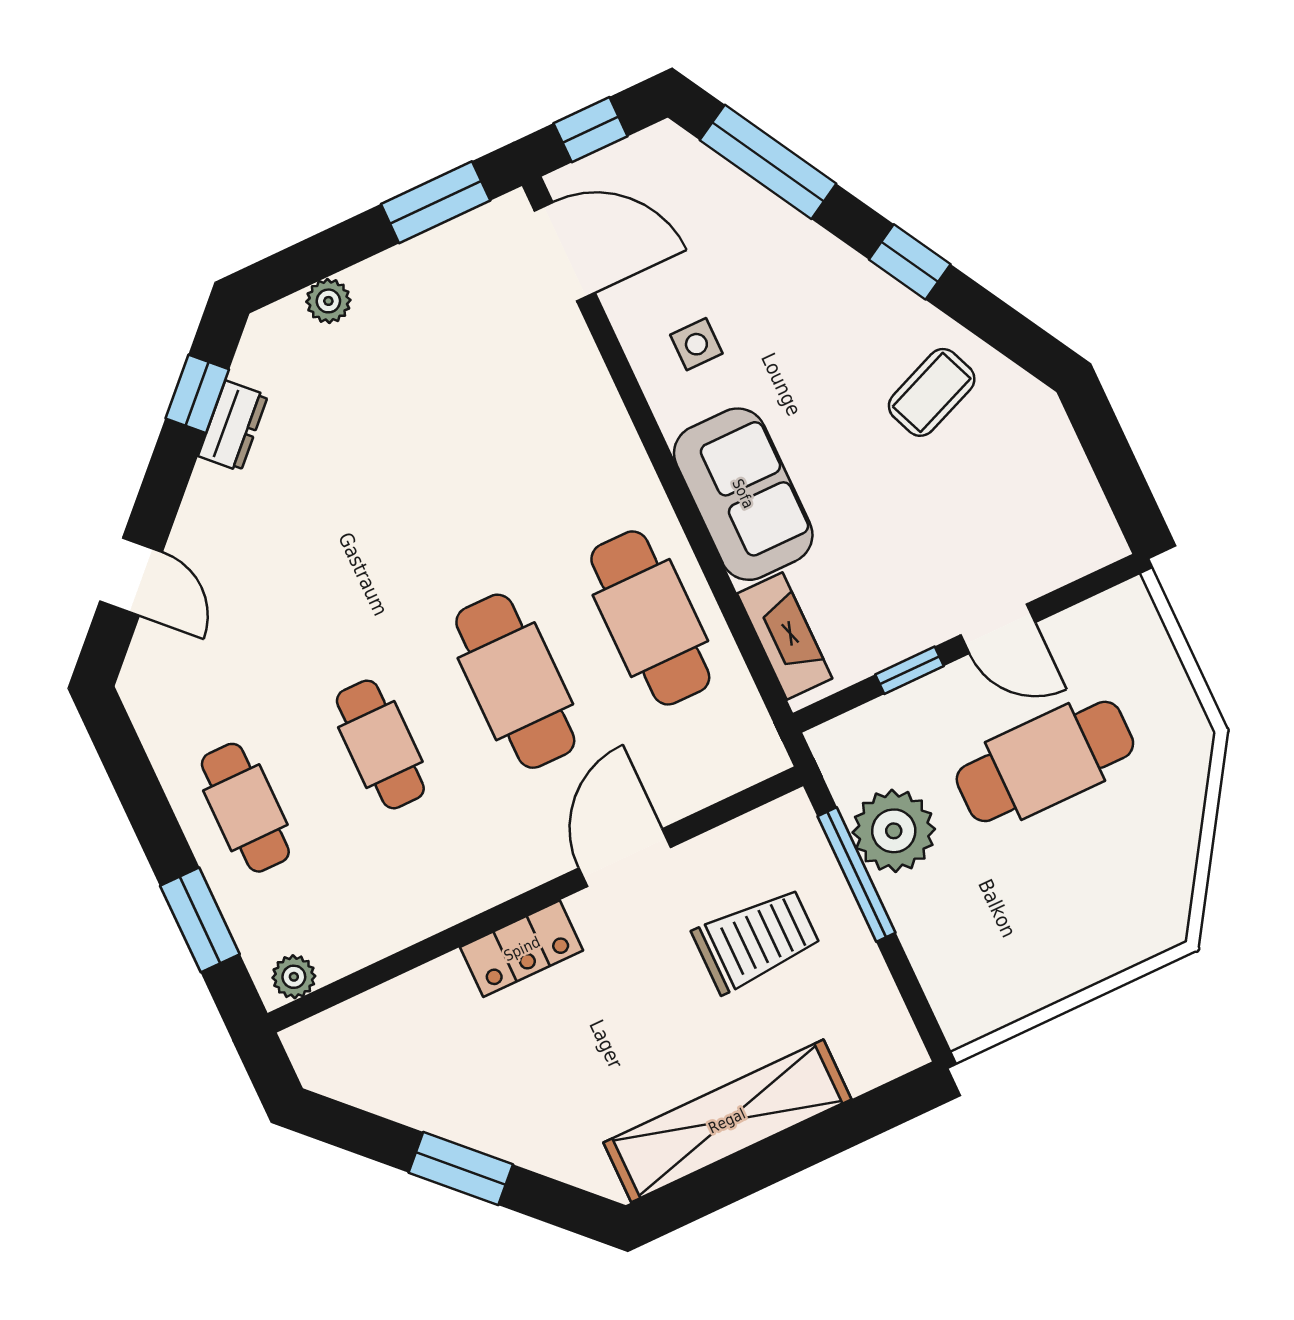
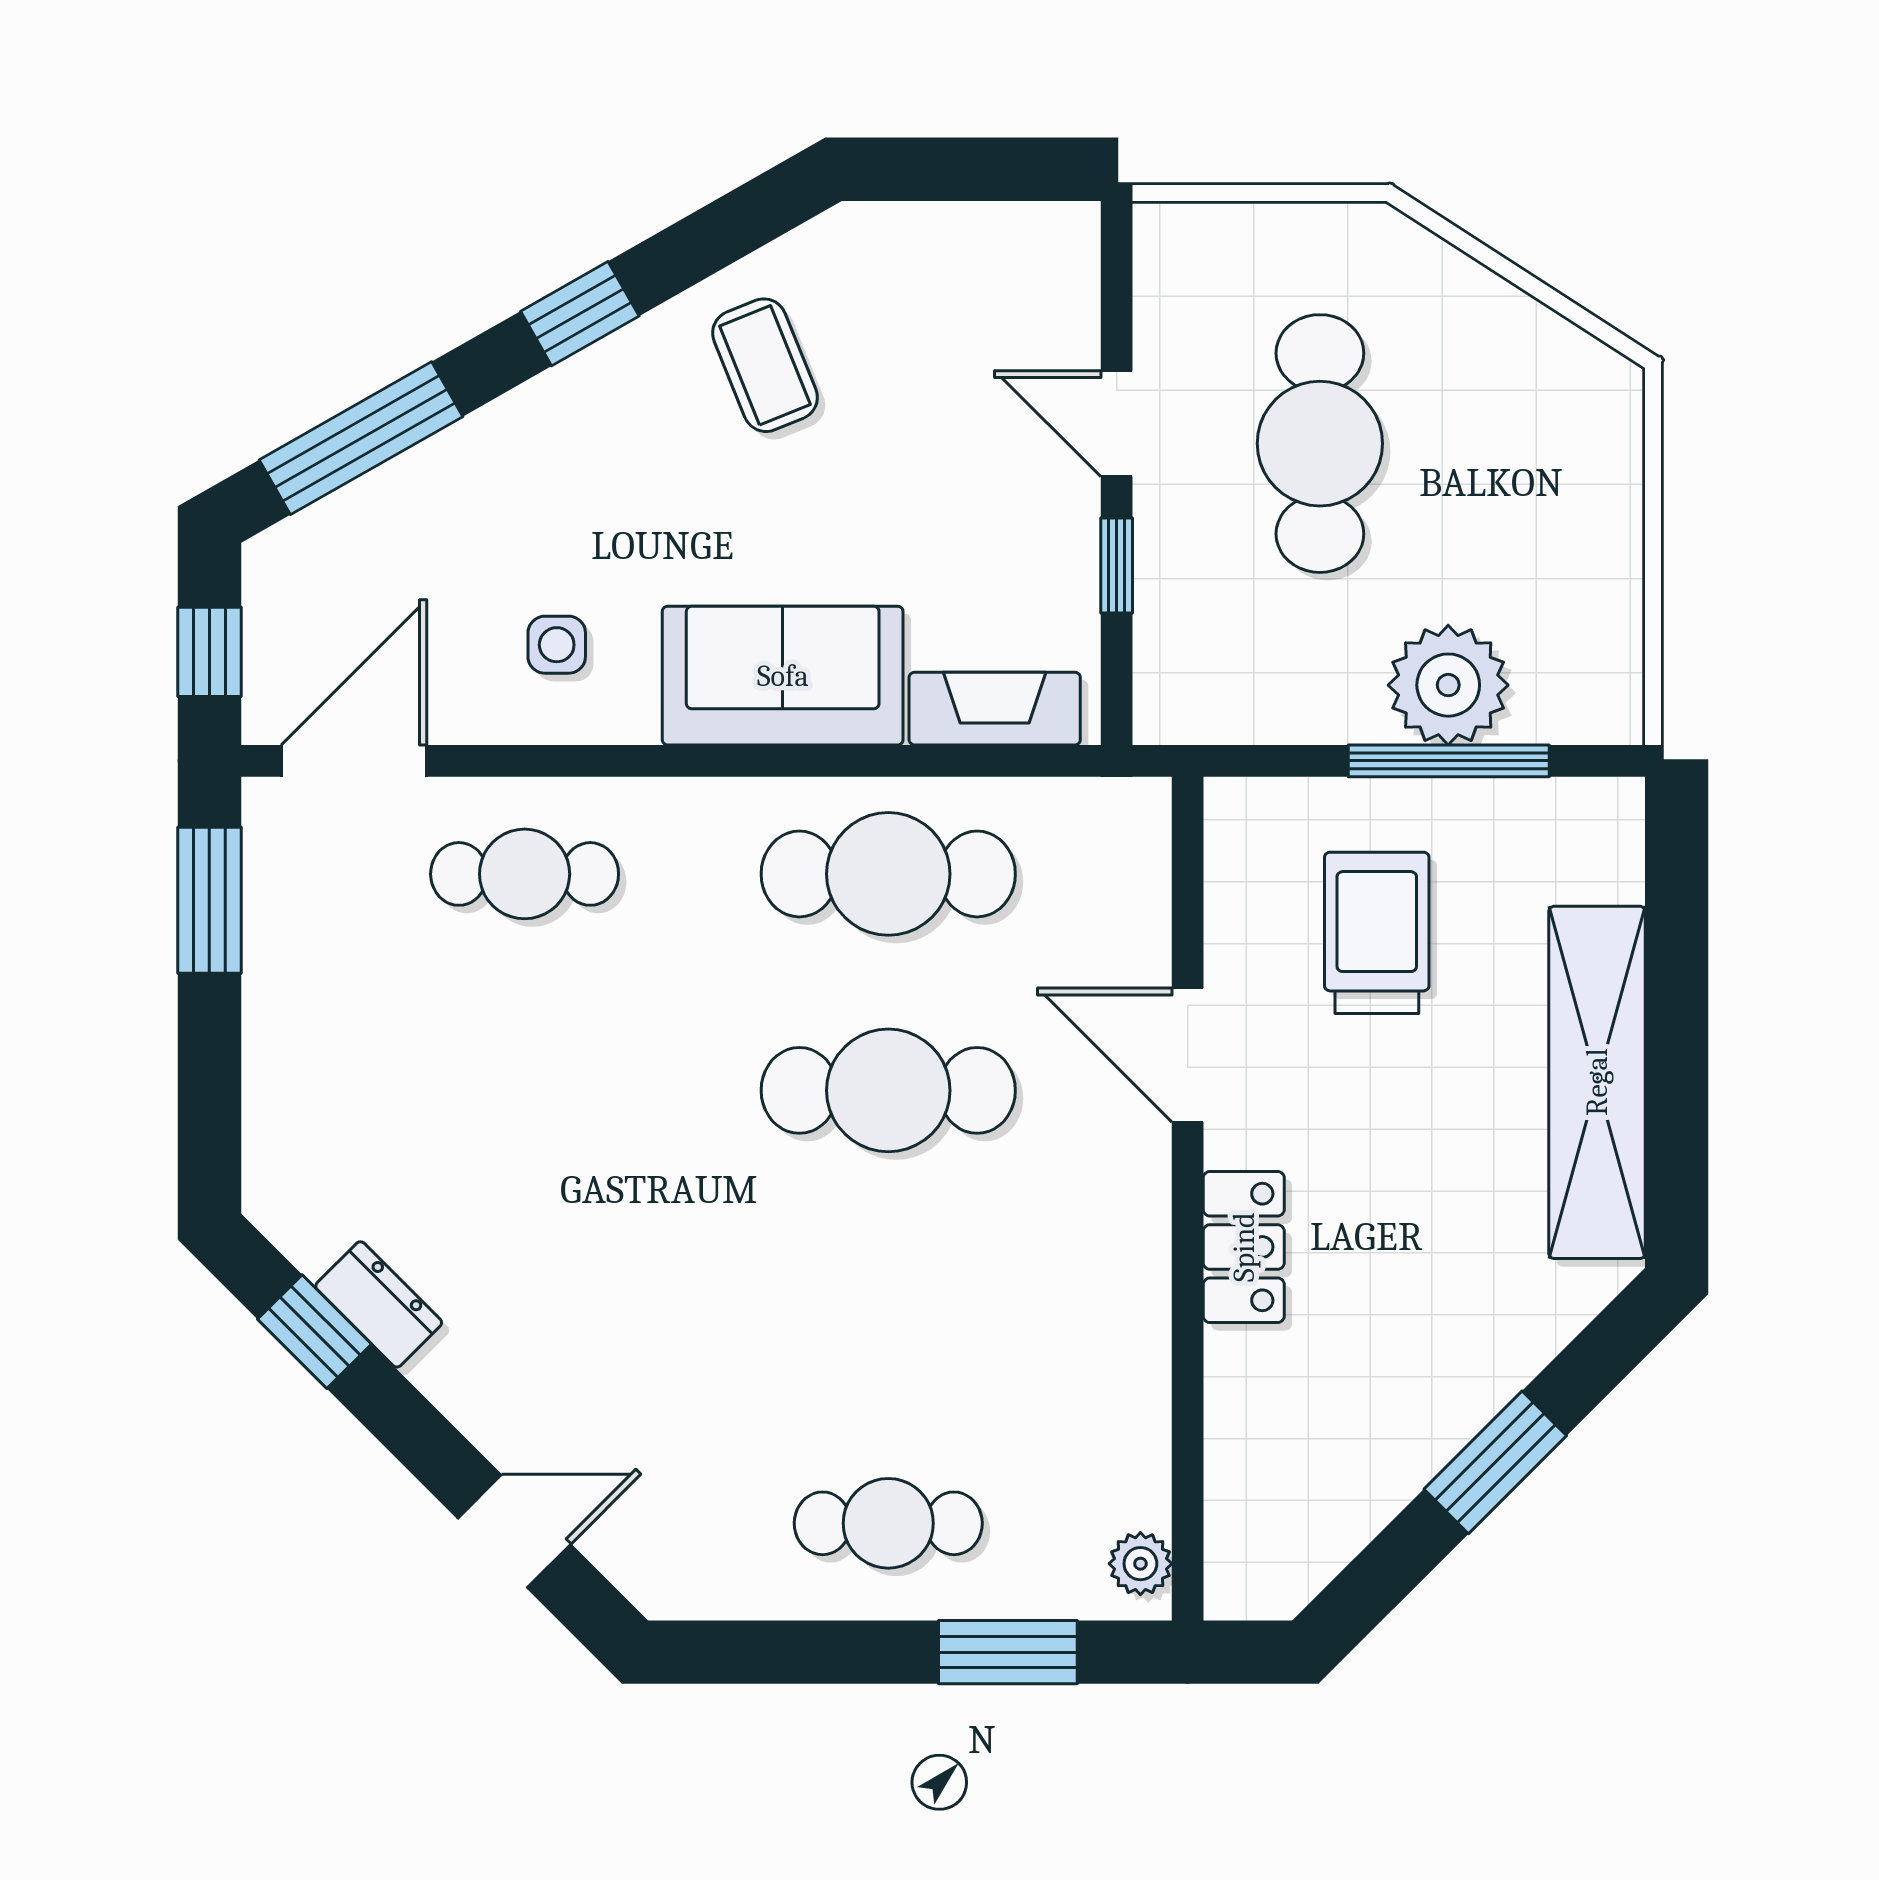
plant: (328, 301) -> (273, 1102), removed
door: (998, 629) -> (1117, 424), swing flipped
cafe table: (380, 744) -> (525, 874), moved
plant: (894, 831) -> (1448, 685), moved
window: (857, 874) -> (1449, 761), moved

